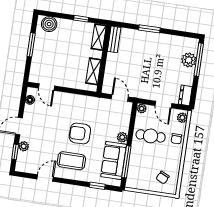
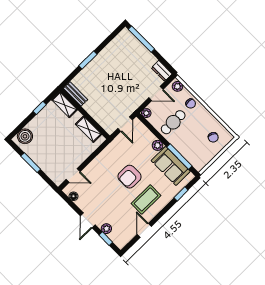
plant: (189, 60) -> (136, 47), removed
door: (120, 98) -> (125, 124), swing flipped

